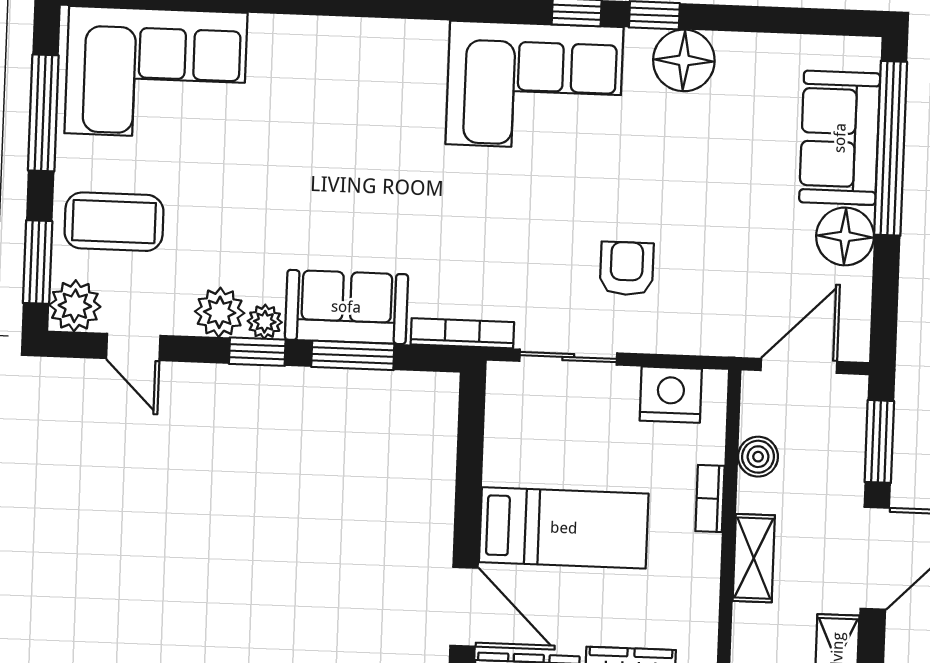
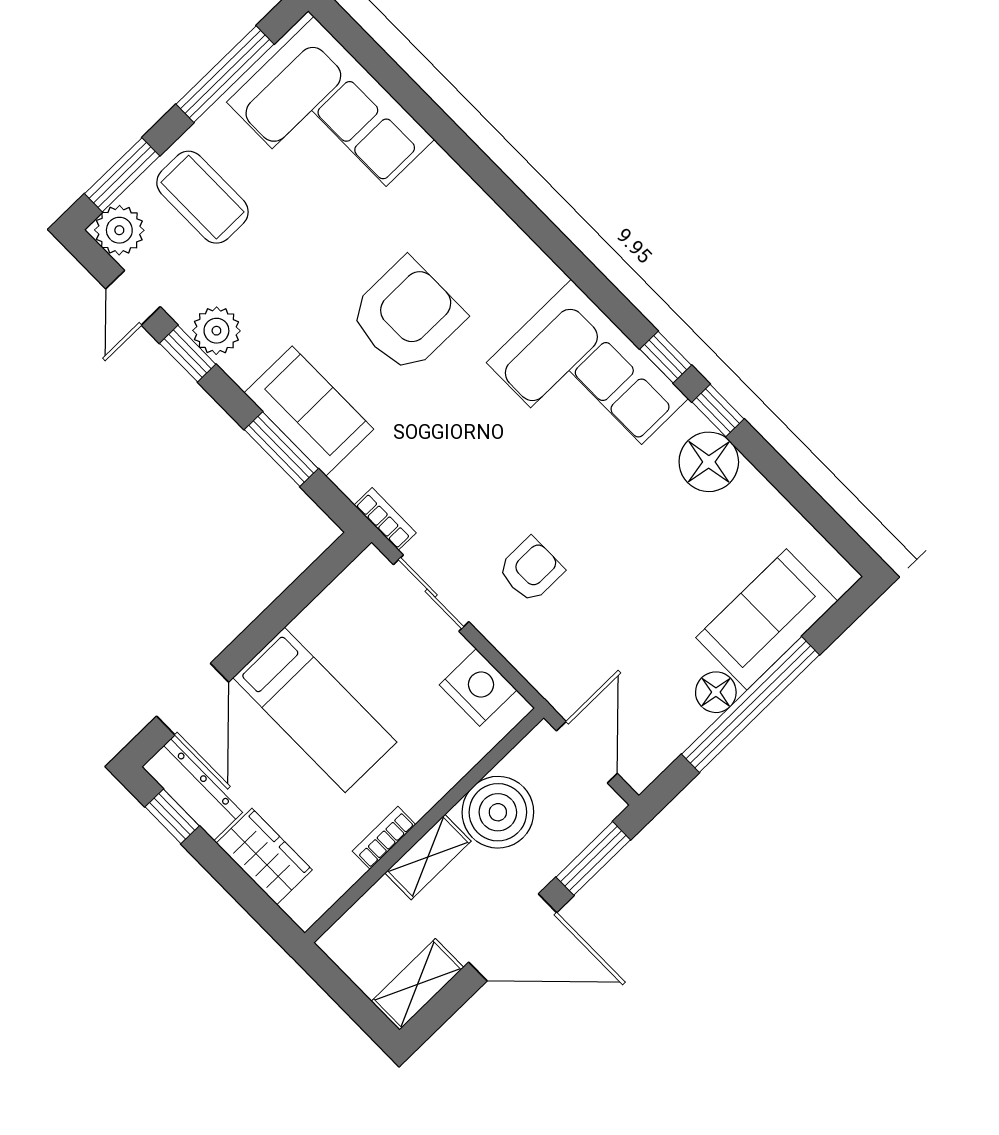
window: (891, 148) -> (750, 705), moved
armchair: (352, 165) -> (407, 315), added
floor lamp: (845, 236) -> (716, 692), width x0.73, depth x0.73
plant: (265, 322) -> (242, 367), removed
bookcase: (462, 333) -> (385, 519), width x0.64
window: (257, 352) -> (188, 354), moved
door: (799, 366) -> (587, 752), hinge flipped
boiler: (758, 457) -> (498, 812), width x1.86, depth x1.86
bookcase: (710, 498) -> (384, 838), moved

